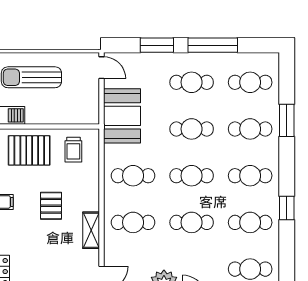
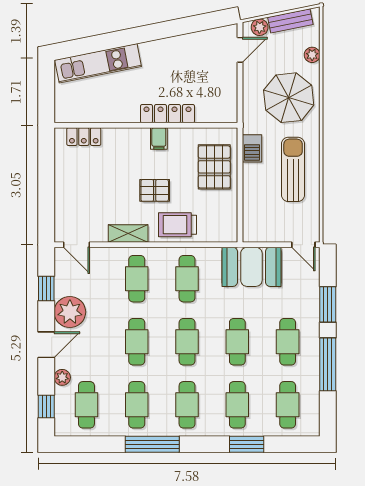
door: (102, 68) -> (303, 245), hinge flipped
trolley: (73, 150) -> (178, 225), moved, width x1.36, depth x1.39
window: (287, 208) -> (152, 444), width x2.17

